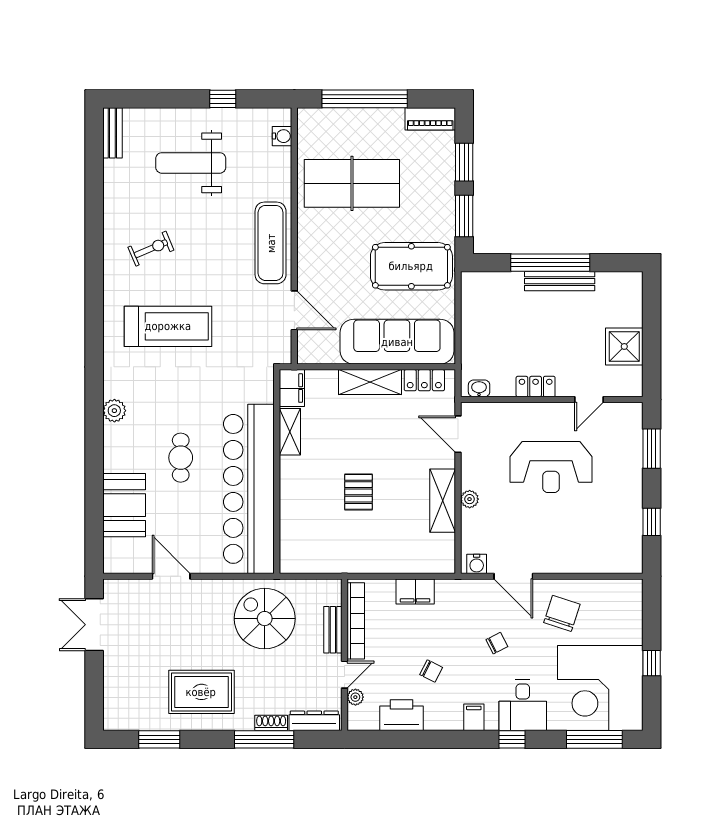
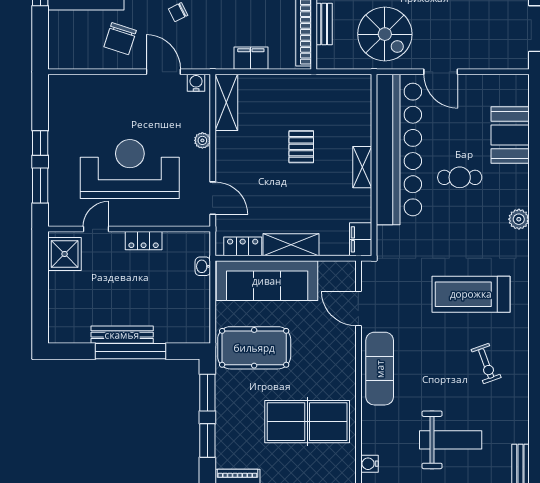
exercise bike: (151, 249) -> (486, 363), turned -87
shower: (624, 346) -> (65, 254), moved
washbasin: (479, 388) -> (203, 266), moved, turned 90
shelving: (290, 432) -> (362, 167), moved
cafe table: (181, 458) -> (460, 177), turned 90
reception desk: (551, 467) -> (130, 169), width x1.36, depth x1.30
shelving: (443, 501) -> (226, 102), moved
window: (652, 522) -> (40, 143), moved
door: (171, 576) -> (441, 72), moved

